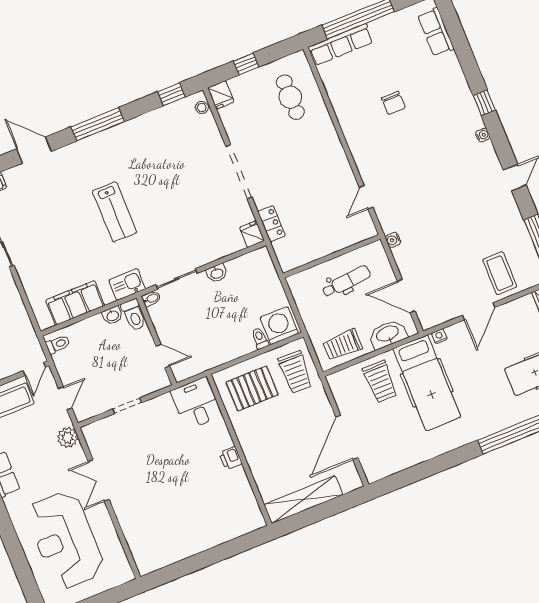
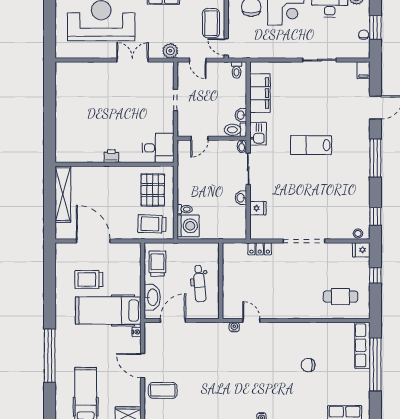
fridge: (252, 234) -> (258, 208), moved
water cooler: (393, 240) -> (234, 327), moved
trolley: (380, 382) -> (89, 279), moved

